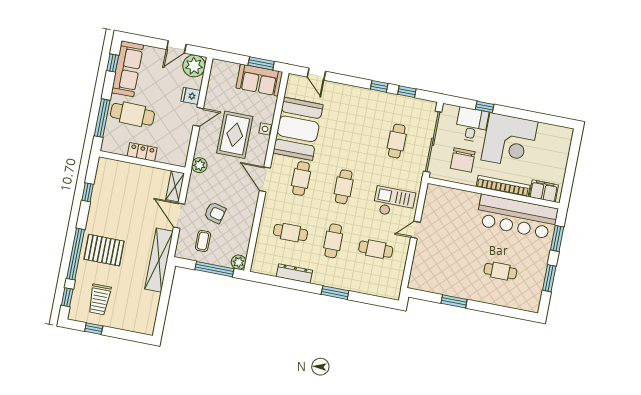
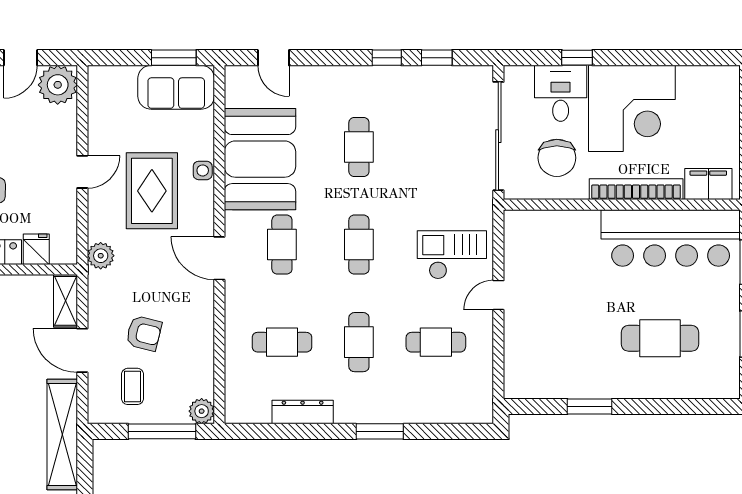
fridge: (191, 96) -> (36, 249), moved, turned 90
cafe table: (397, 141) -> (359, 147), moved
cafe table: (500, 271) -> (660, 338), width x1.37, depth x1.35

